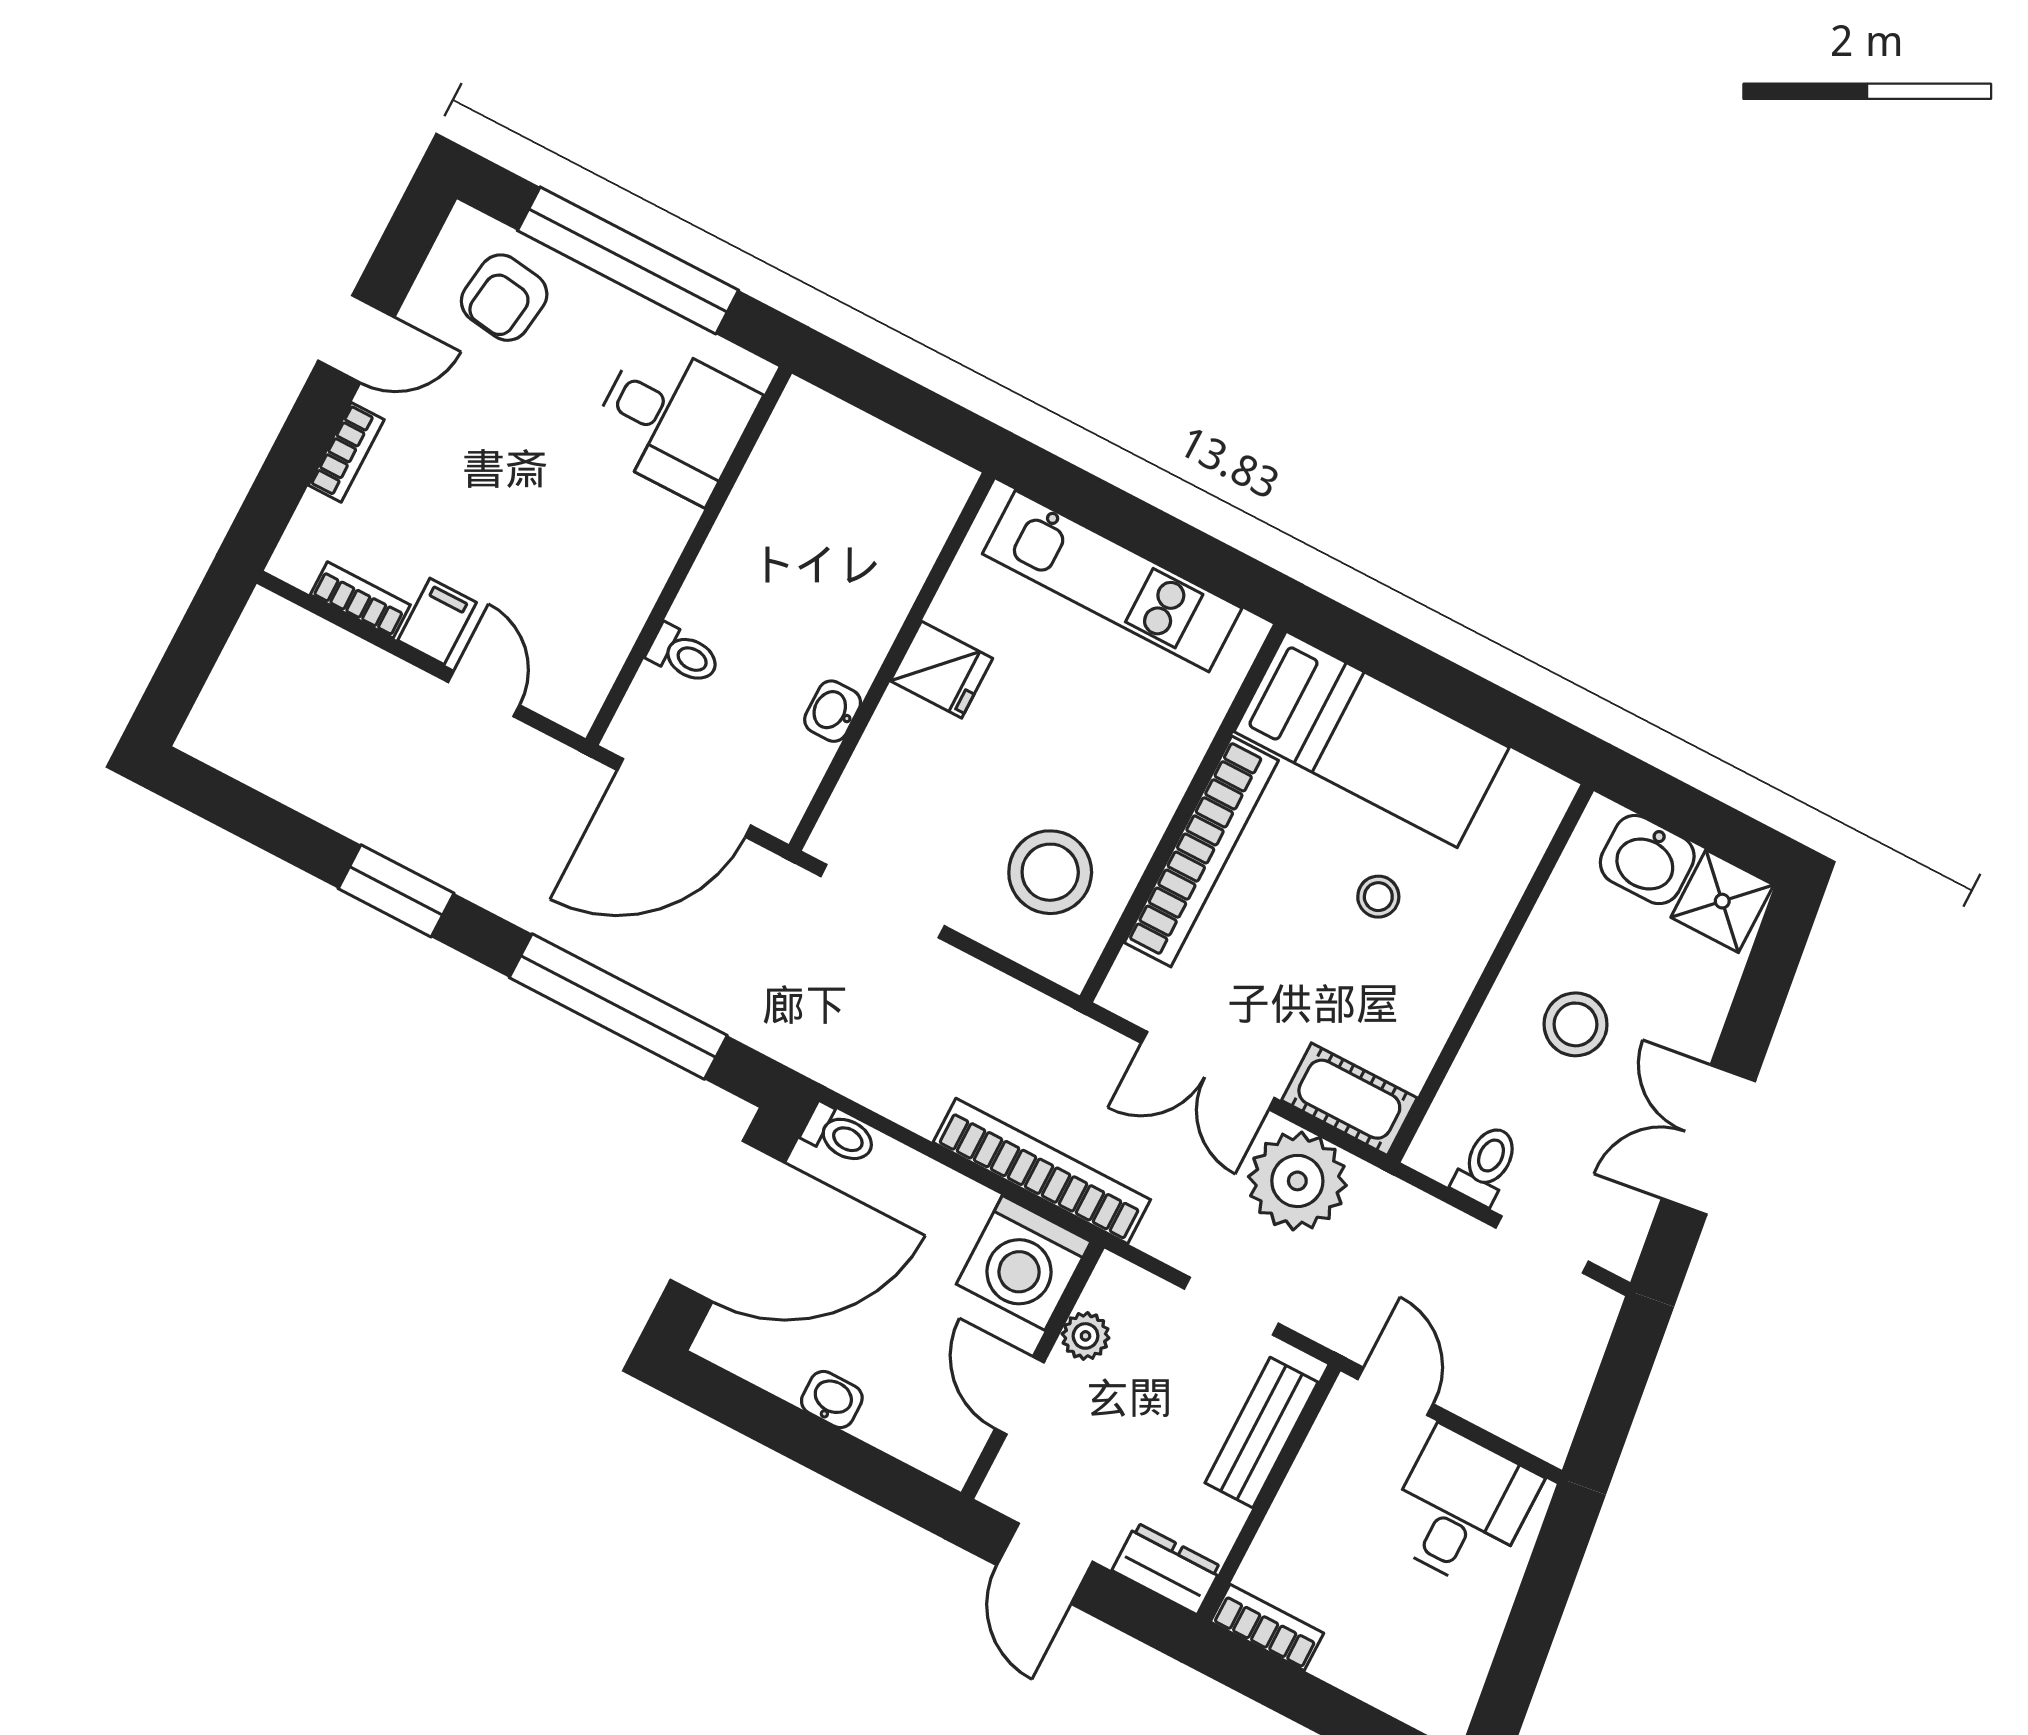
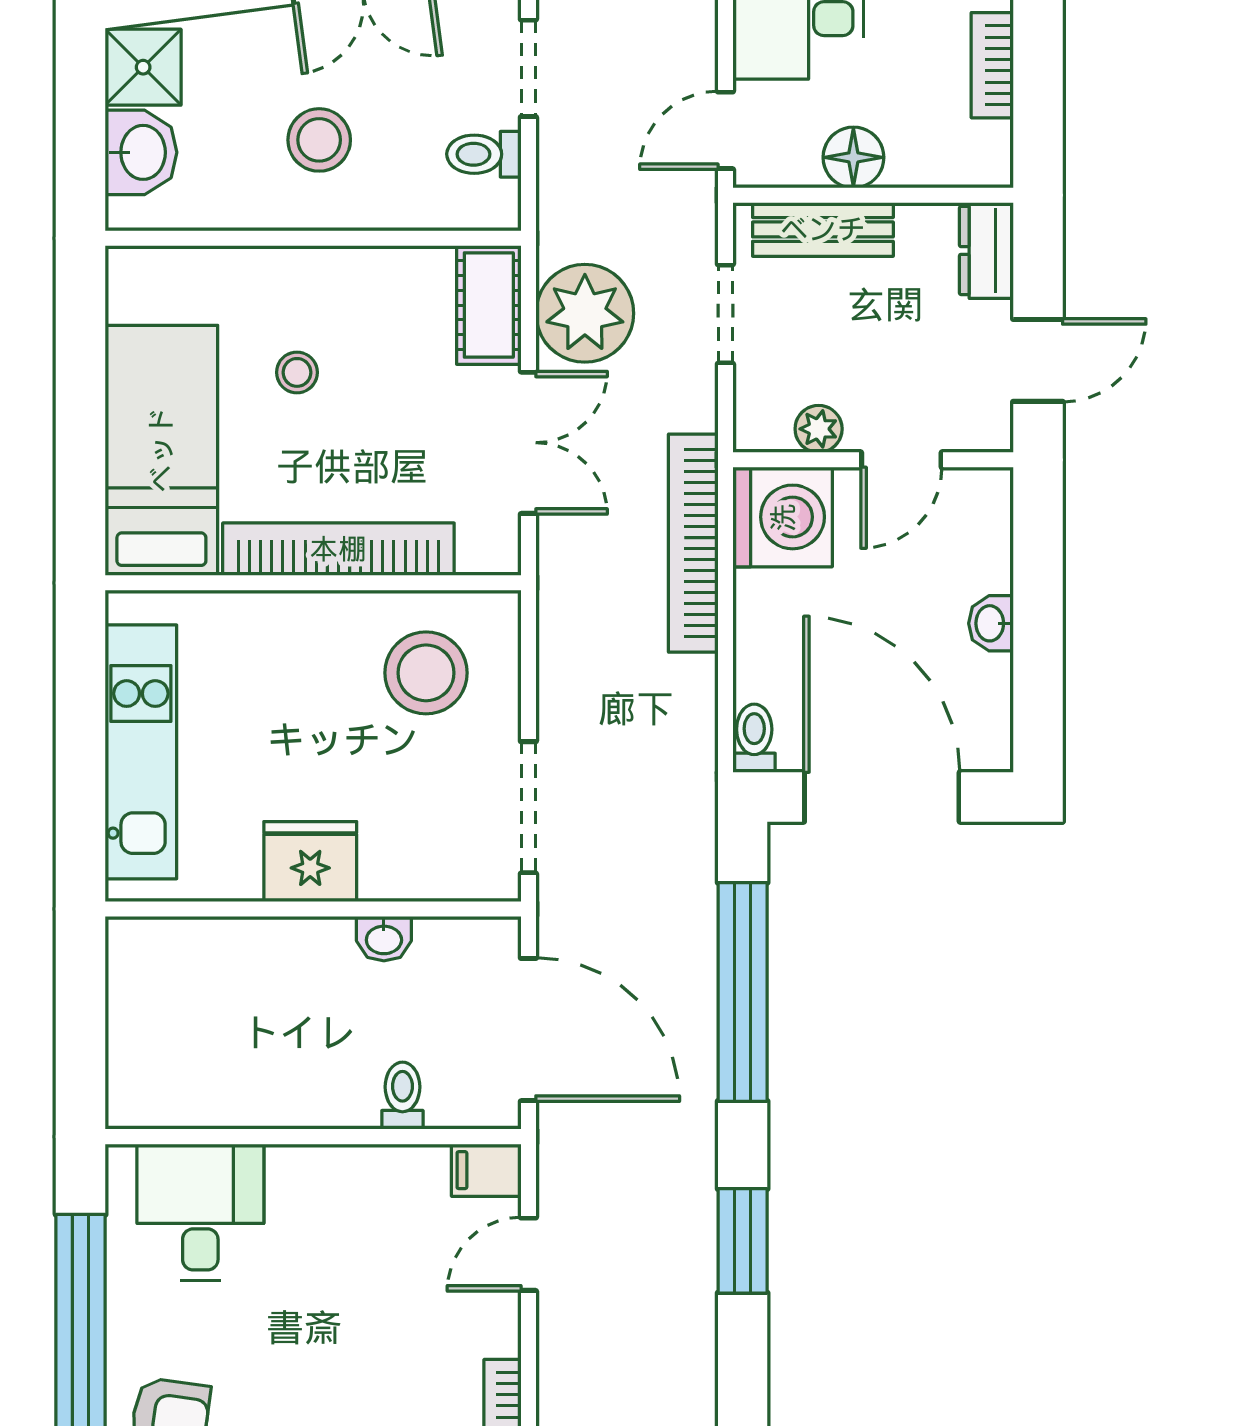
filing cabinet: (437, 621) -> (486, 1170), moved
fridge: (942, 670) -> (310, 862), width x1.38
floor lamp: (1312, 1493) -> (853, 157), added
bookcase: (1267, 1627) -> (992, 65), moved

